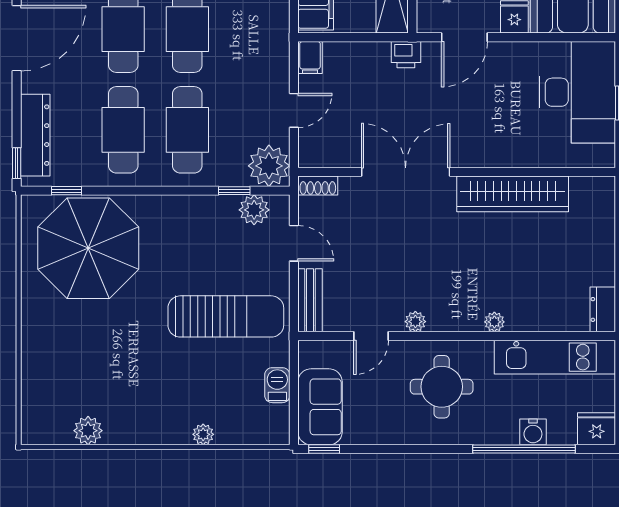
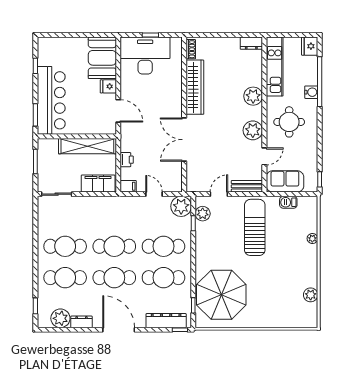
printer: (406, 55) -> (127, 160), moved
shoe rack: (318, 186) -> (191, 49), moved
plant: (415, 322) -> (253, 130), width x1.87, depth x1.87
plant: (494, 322) -> (253, 96), width x1.87, depth x1.87
door: (371, 336) -> (264, 156), hinge flipped
sofa: (320, 407) -> (285, 181), moved
water cooler: (533, 432) -> (311, 92), moved

